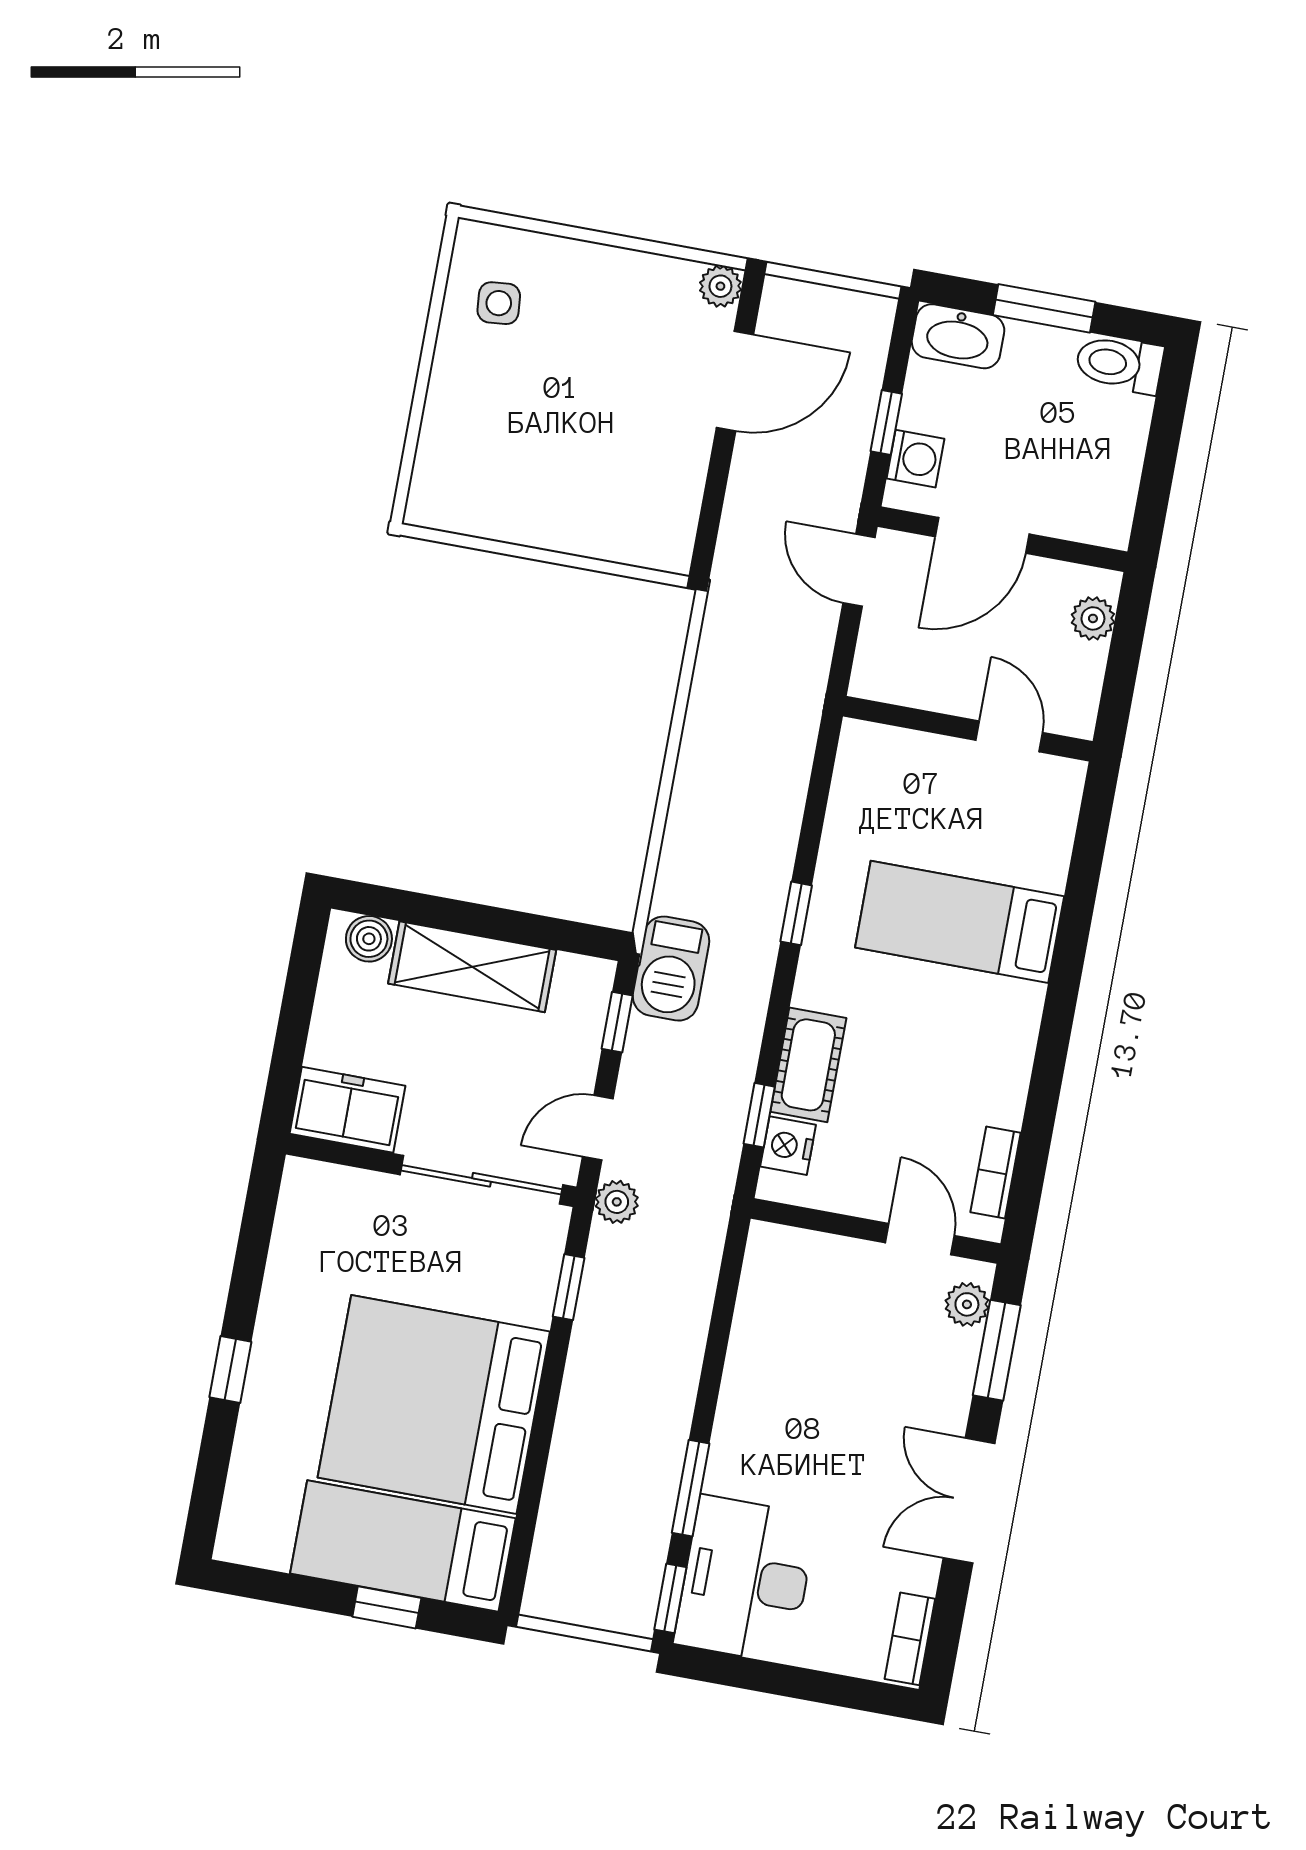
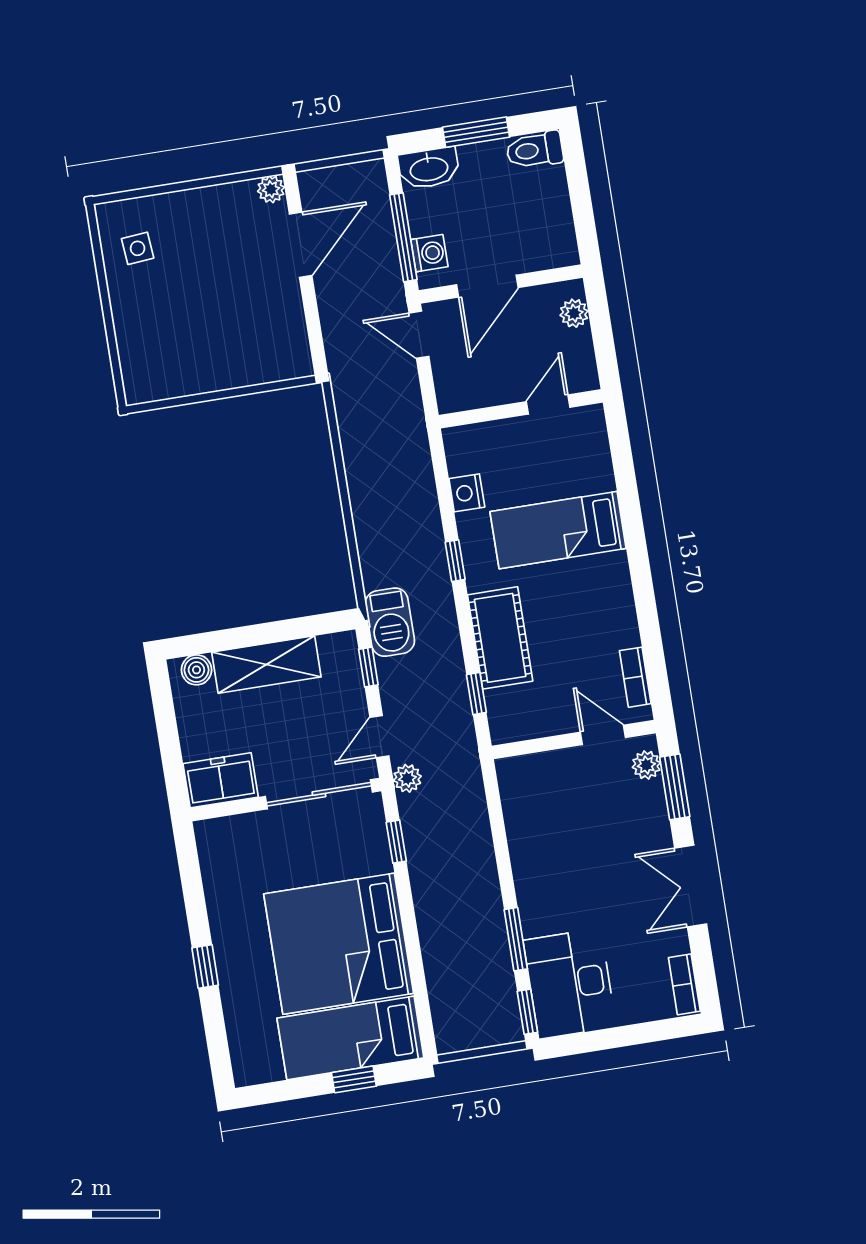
window: (886, 423) -> (403, 237), width x2.17
door: (1009, 736) -> (548, 404), hinge flipped
cot: (808, 1065) -> (500, 638), width x1.37, depth x1.34
nightstand: (788, 1146) -> (467, 493), moved

